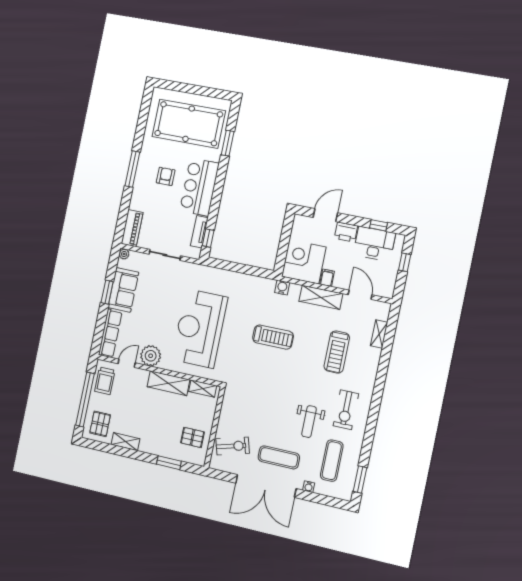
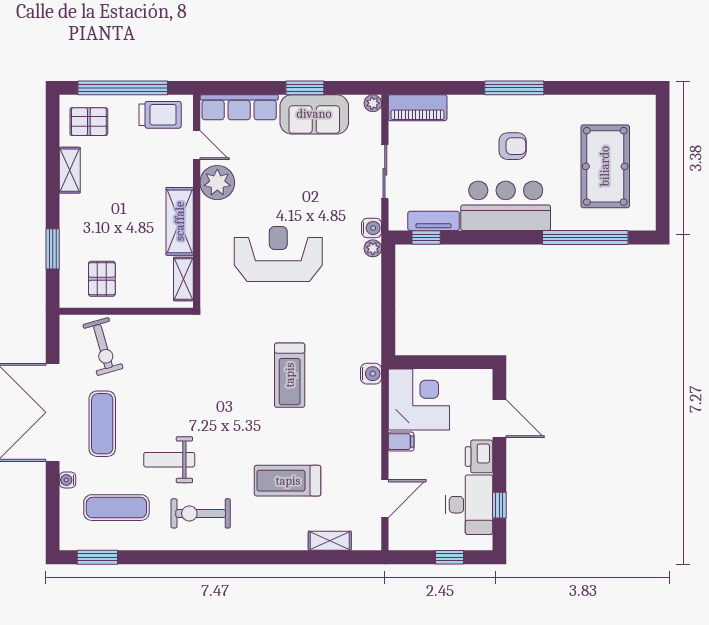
pool table: (189, 124) -> (605, 166), width x0.73, depth x0.76
window: (228, 143) -> (585, 237), width x2.11
water cooler: (196, 270) -> (372, 228), added
plant: (208, 271) -> (373, 248), added
shelving: (321, 297) -> (368, 438), removed
reception desk: (200, 328) -> (278, 254), width x0.74, depth x0.77
trolley: (105, 381) -> (160, 115), turned 180

